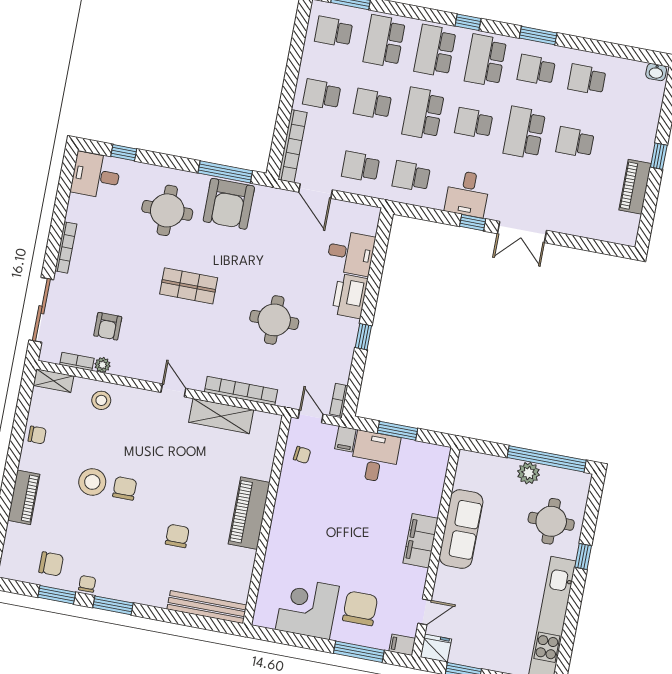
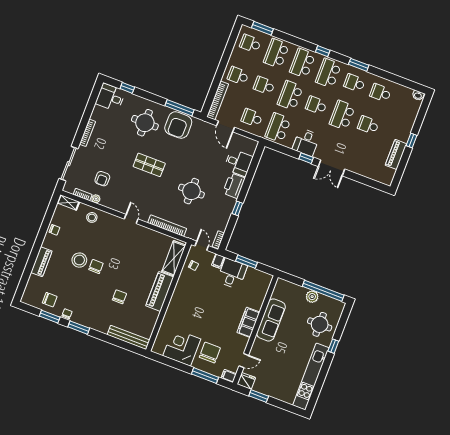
school desk: (411, 176) -> (278, 128), width x1.85
shelving: (221, 416) -> (174, 258), moved, turned 90

